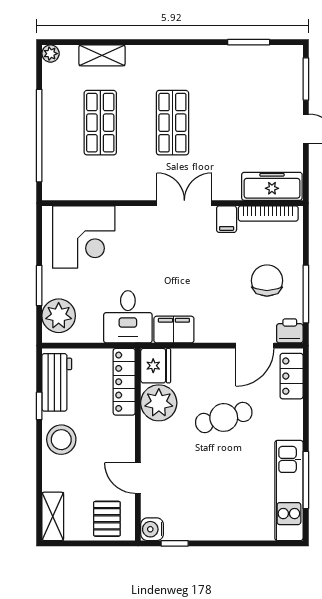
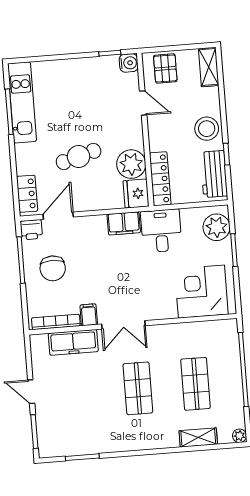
freezer: (272, 186) -> (73, 342), moved

